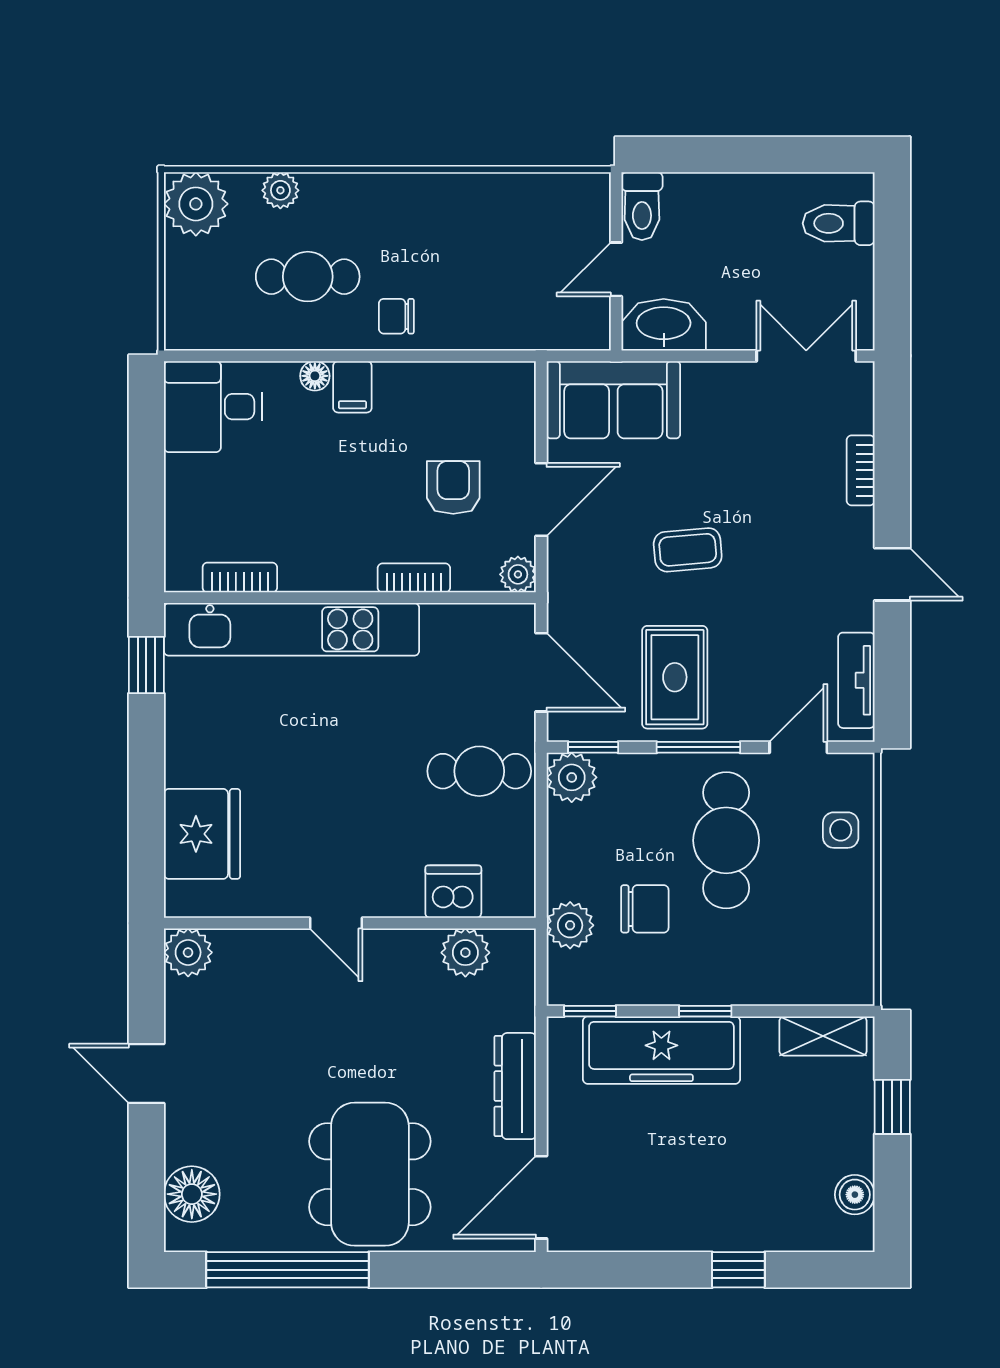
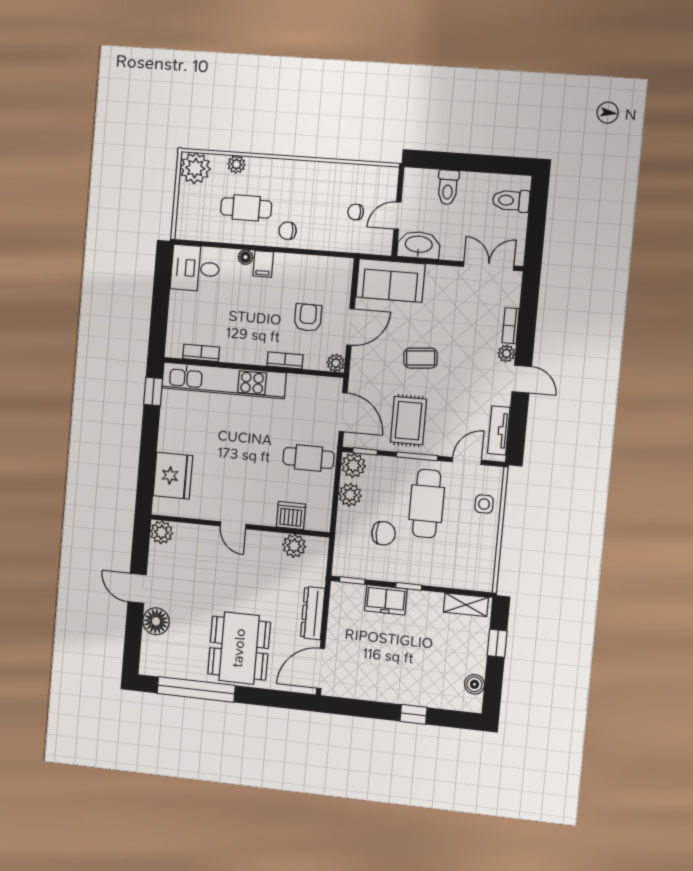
toilet: (642, 206) -> (448, 187), moved
chair: (531, 268) -> (356, 212), added
plant: (857, 526) -> (506, 353), added
plant: (570, 925) -> (350, 495), moved
freezer: (661, 1050) -> (386, 600), width x0.52, depth x0.79
floor lamp: (192, 1194) -> (156, 621), moved

